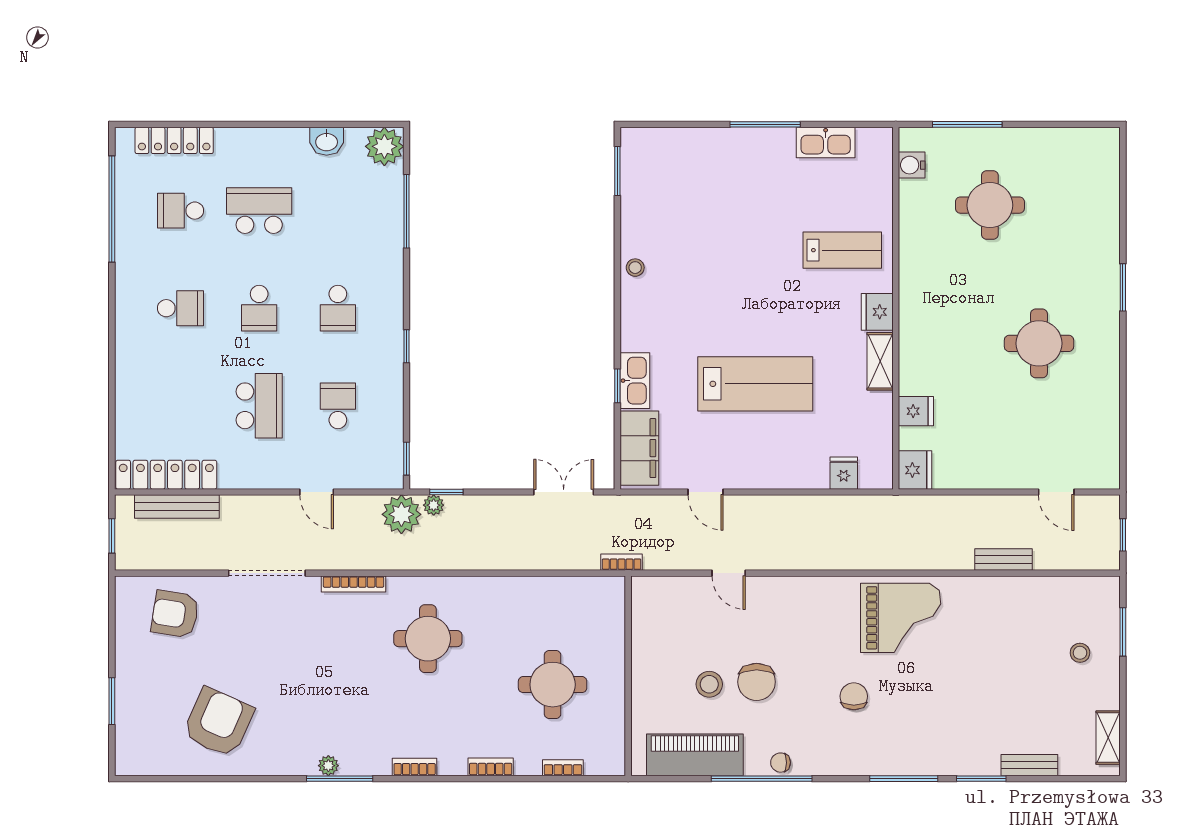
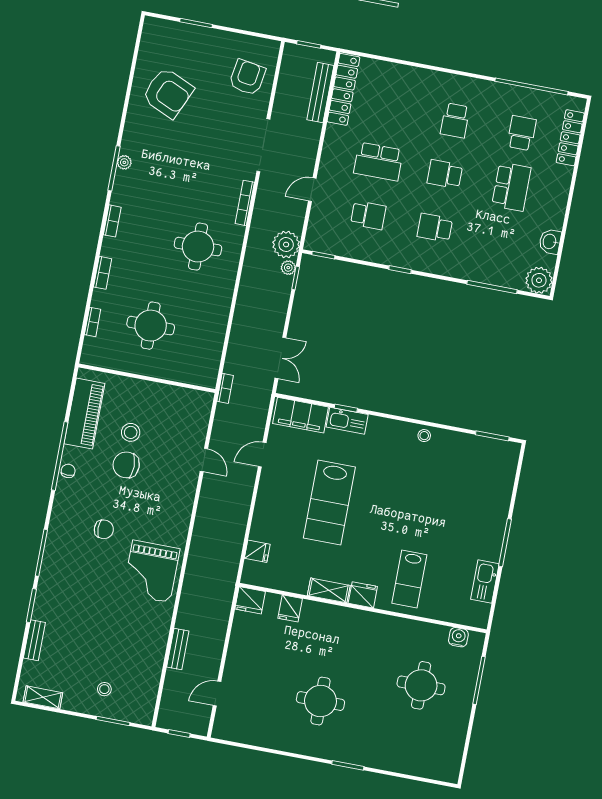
door: (729, 573) -> (204, 460), swing flipped

